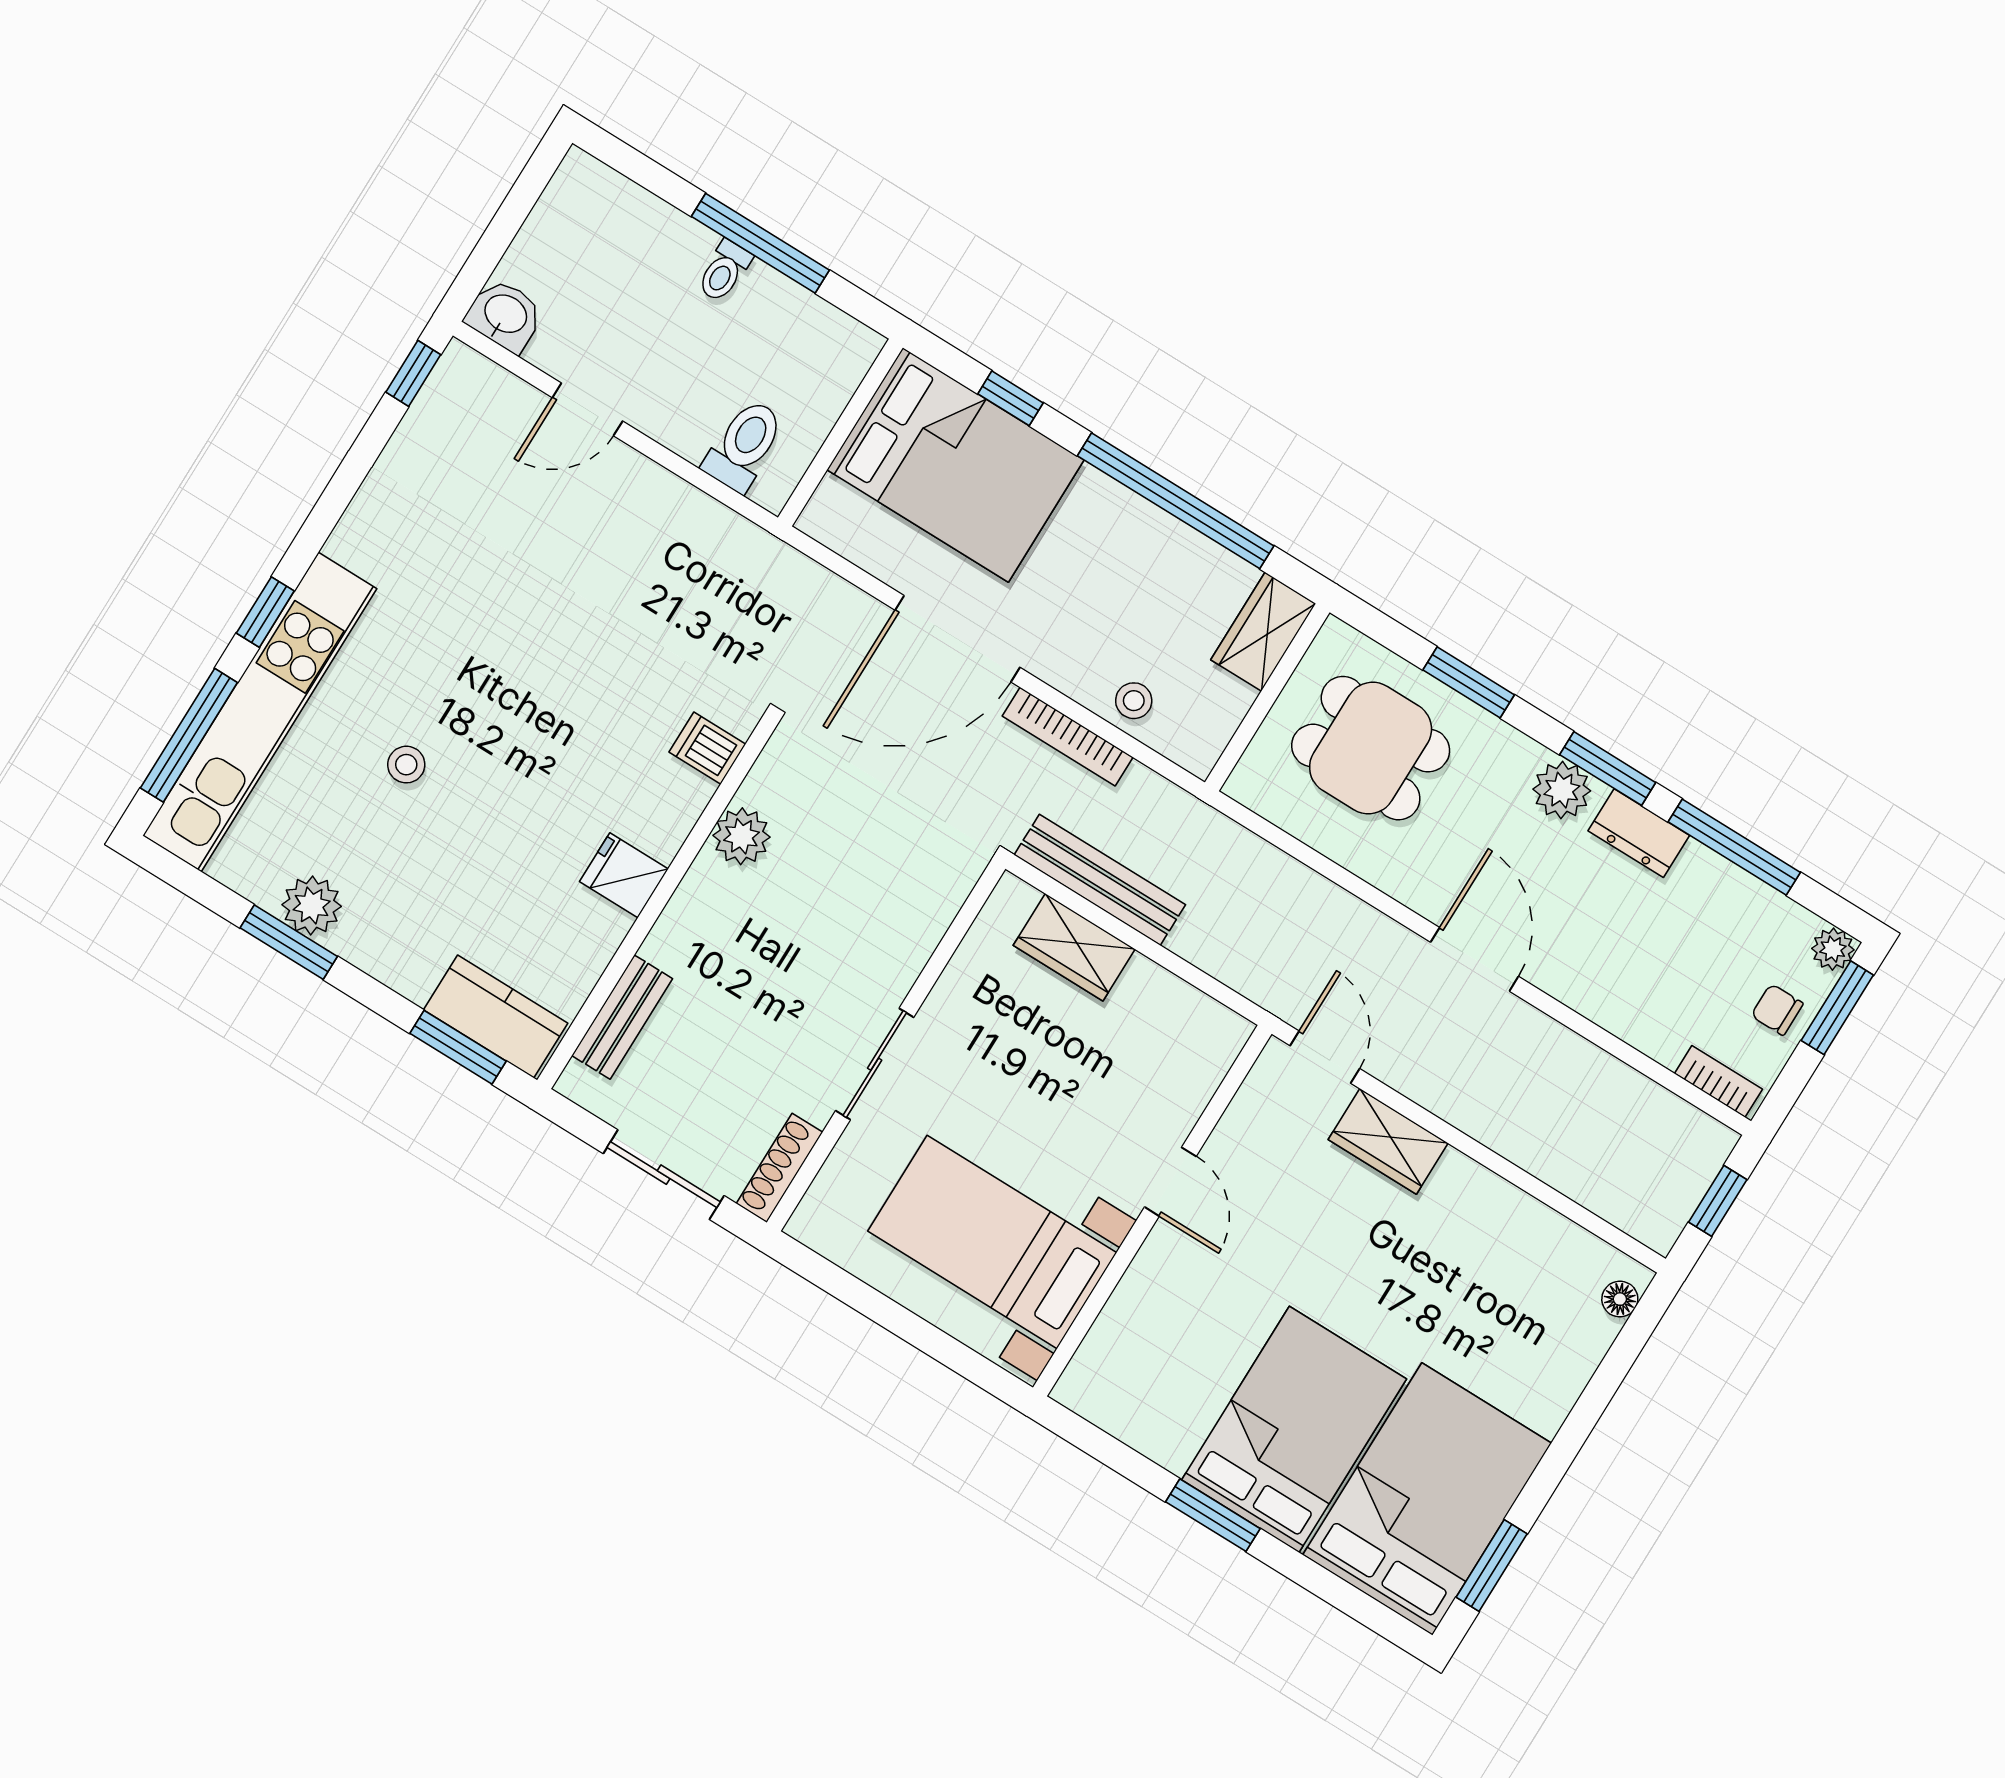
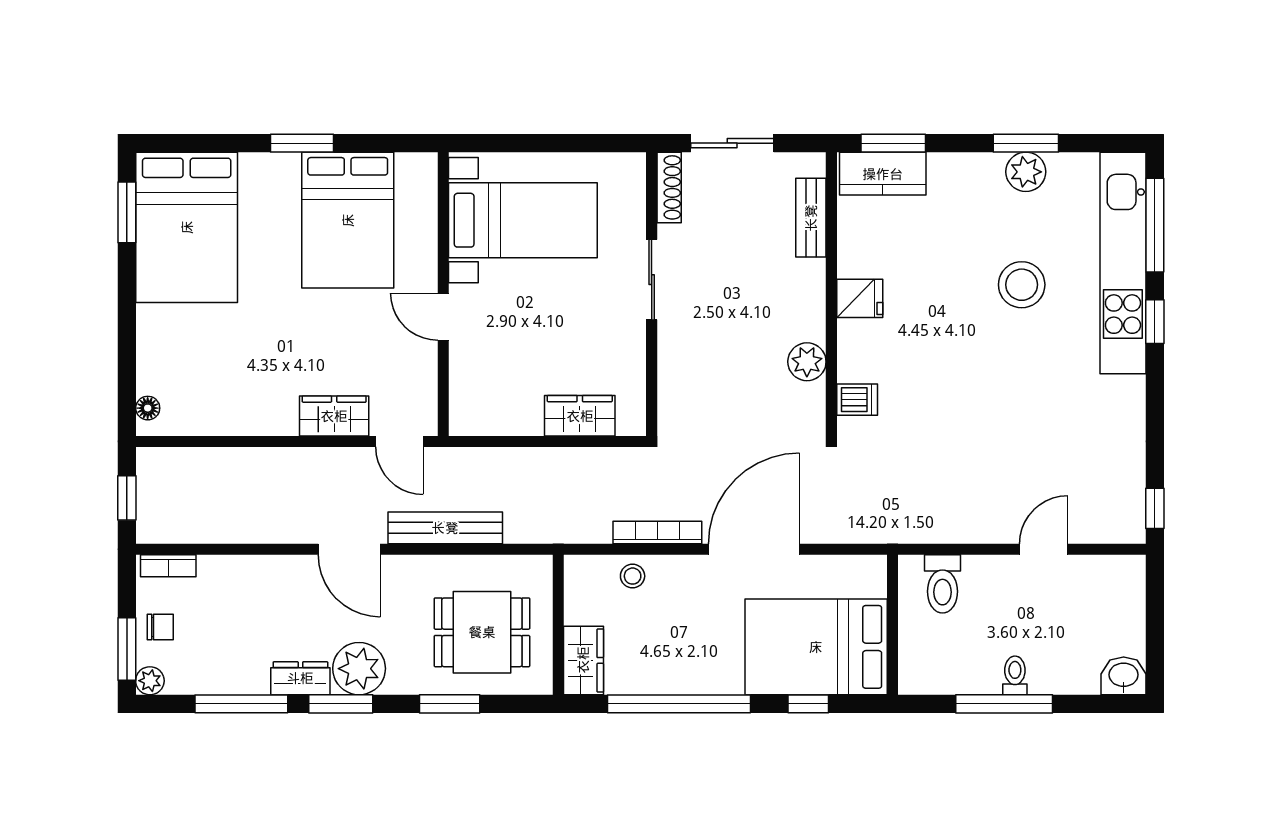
washbasin: (505, 315) -> (1124, 676), moved, turned 180
stool: (406, 765) -> (1022, 285), width x1.89, depth x1.89
plant: (1562, 790) -> (359, 669), width x1.36, depth x1.36
bench: (1100, 880) -> (445, 528), moved
bed: (1294, 1429) -> (348, 220), moved

